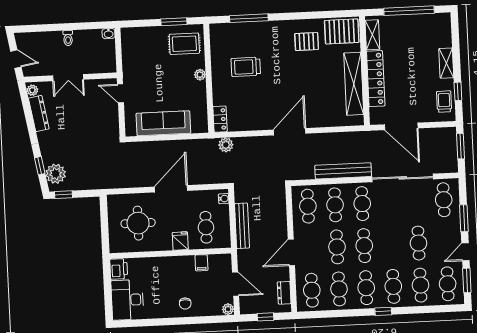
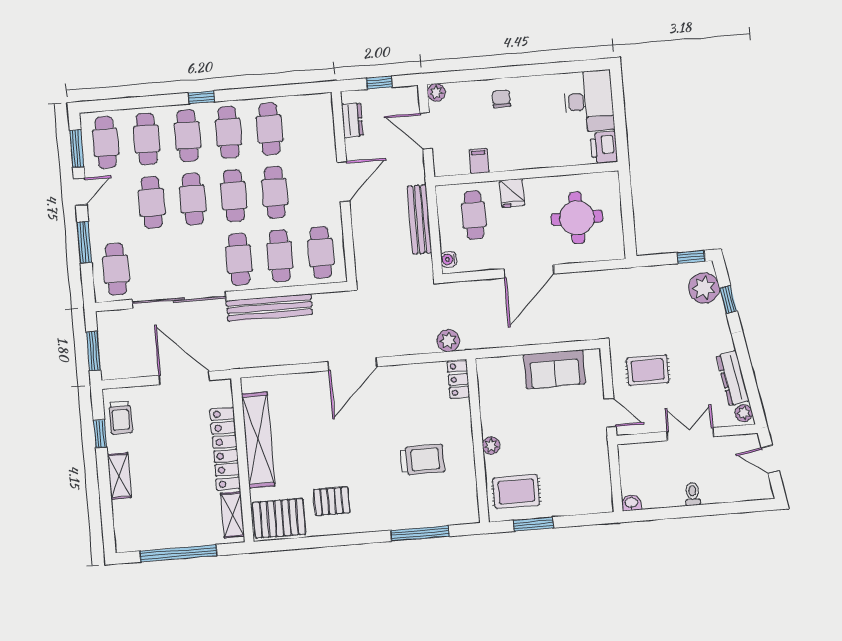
rug: (95, 121) -> (648, 370), added
sofa: (163, 123) -> (555, 369), width x0.73
cafe table: (312, 290) -> (193, 199), moved

